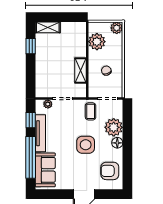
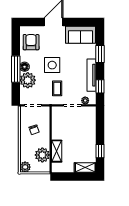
shelving: (80, 71) -> (57, 151), moved
coffee table: (91, 111) -> (57, 88), moved
window: (127, 140) -> (16, 69), added
window: (31, 157) -> (100, 54), width x0.47
sofa: (45, 170) -> (80, 35), moved, turned -90
armchair: (110, 171) -> (31, 42), turned -90

